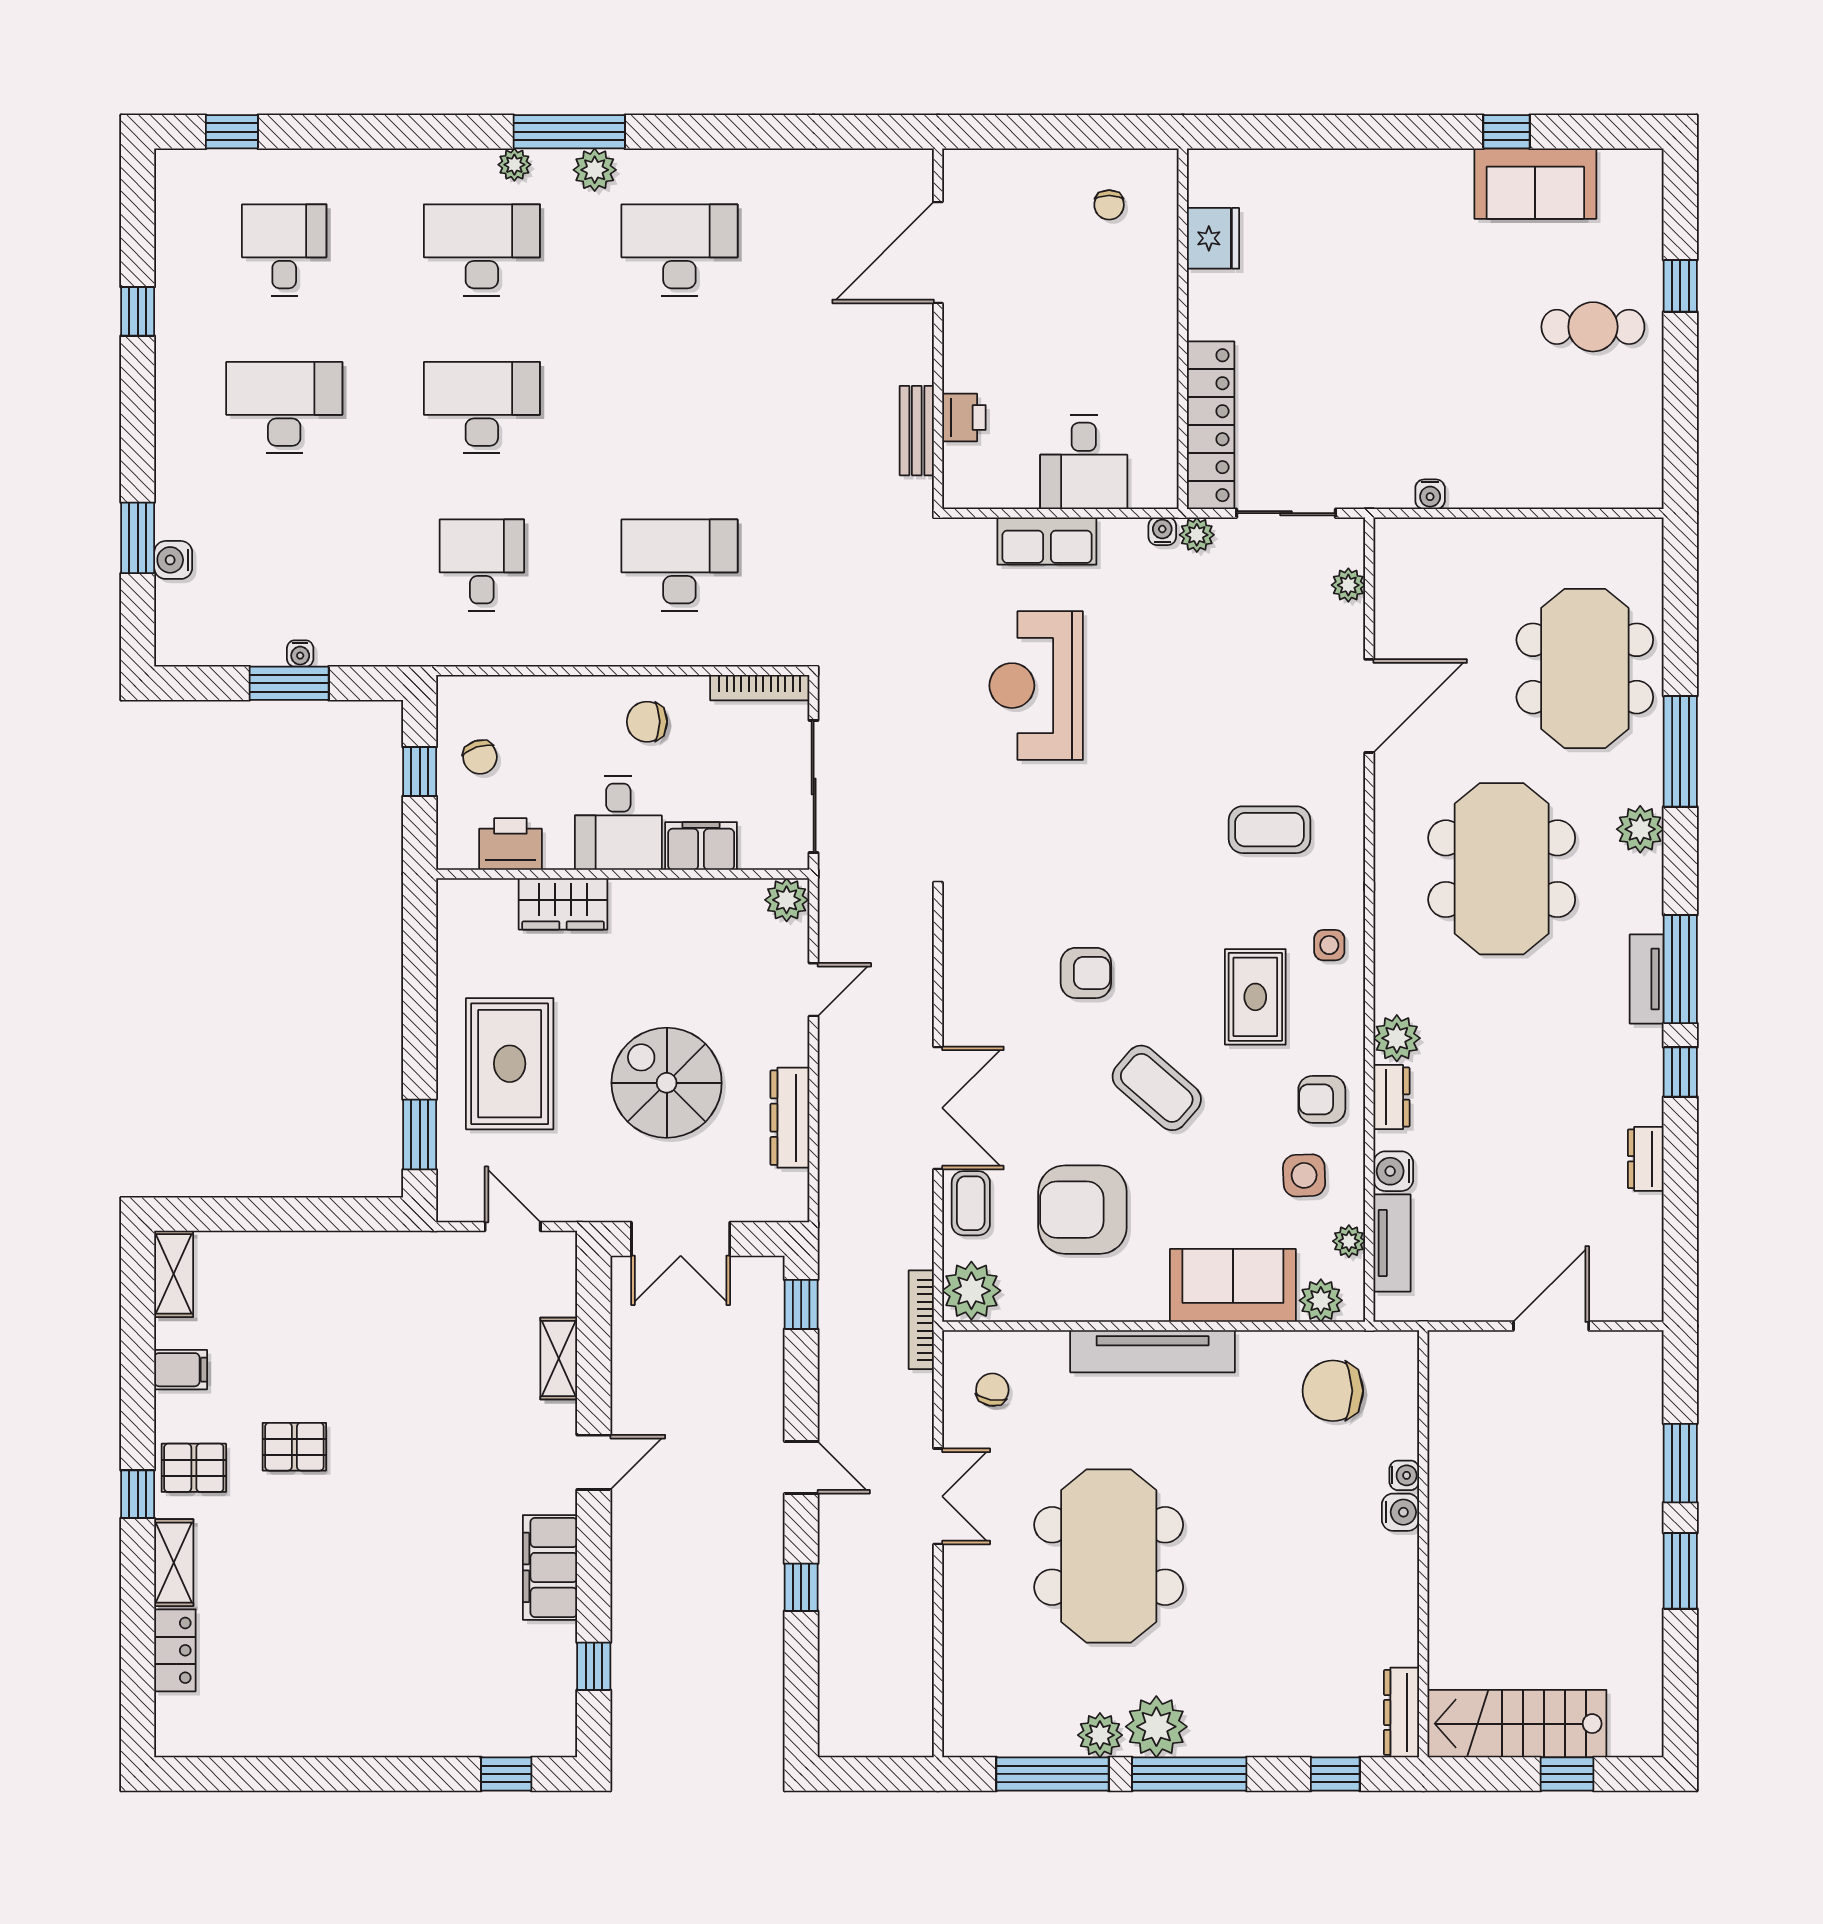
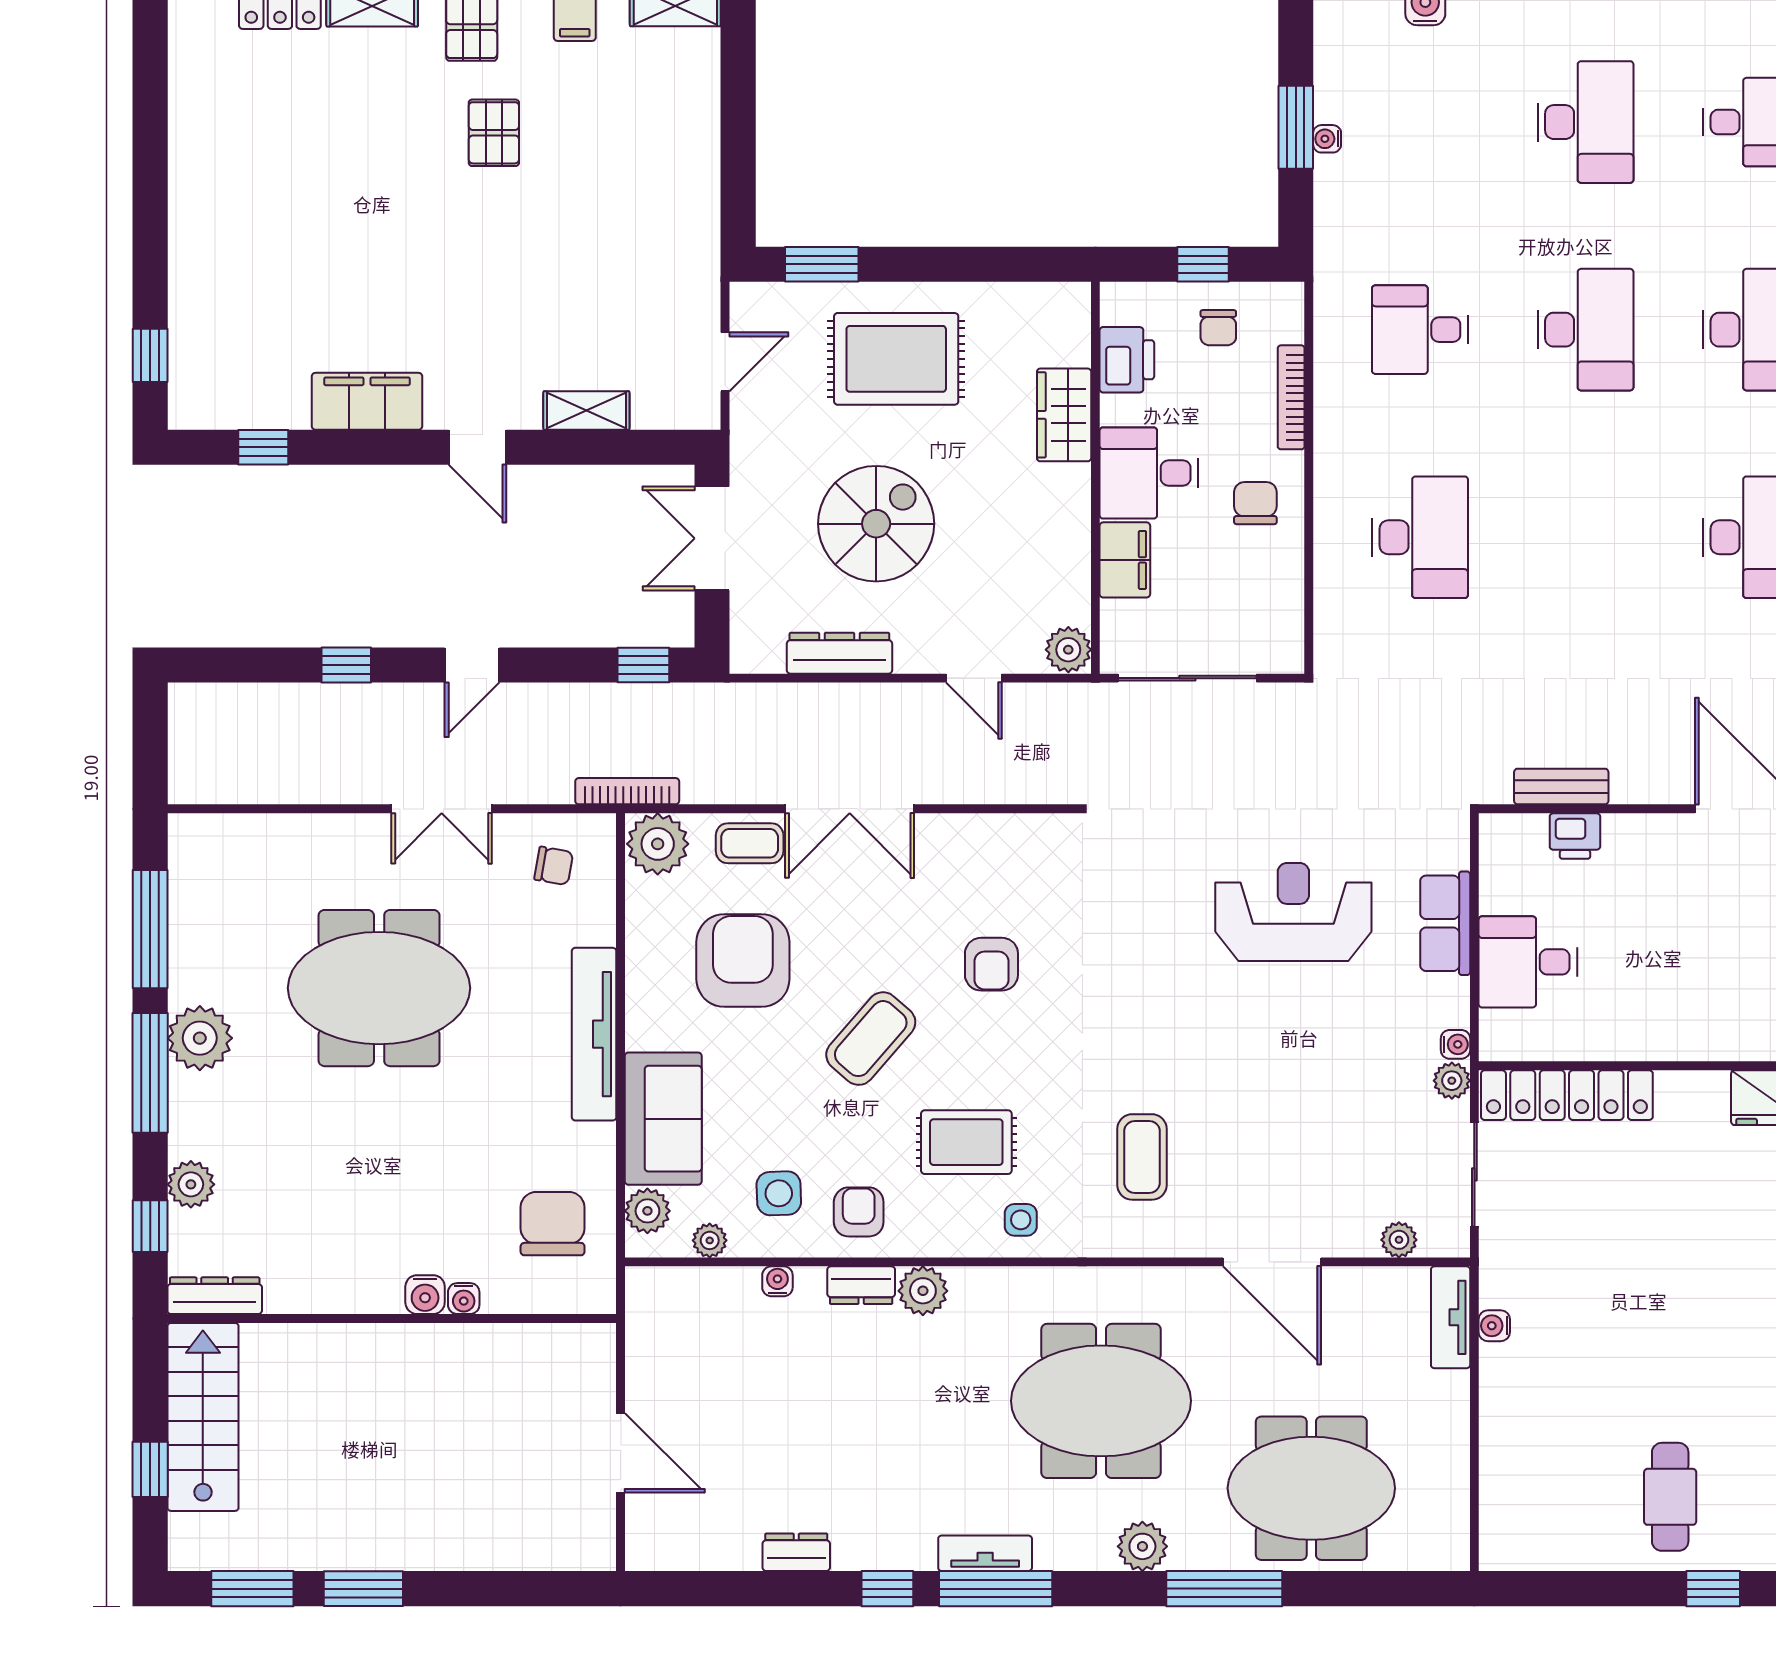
desk: (482, 565) -> (1420, 330), turned 180
bookcase: (760, 688) -> (1291, 397), moved
chair: (480, 757) -> (1218, 328), turned -72
water cooler: (1393, 1171) -> (777, 1281), width x0.72, depth x0.72
tv unit: (1392, 1243) -> (1451, 1317), moved, turned 90
window: (1680, 1463) -> (252, 1589), moved
plant: (1100, 1735) -> (191, 1184), moved

